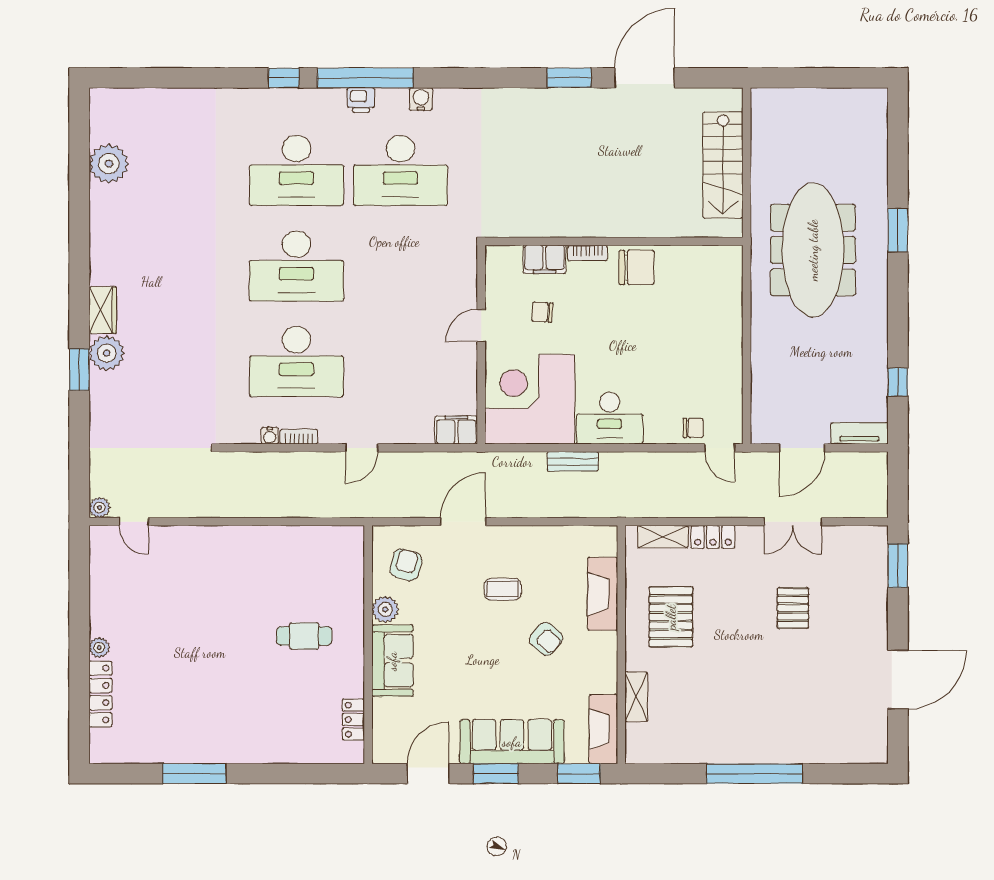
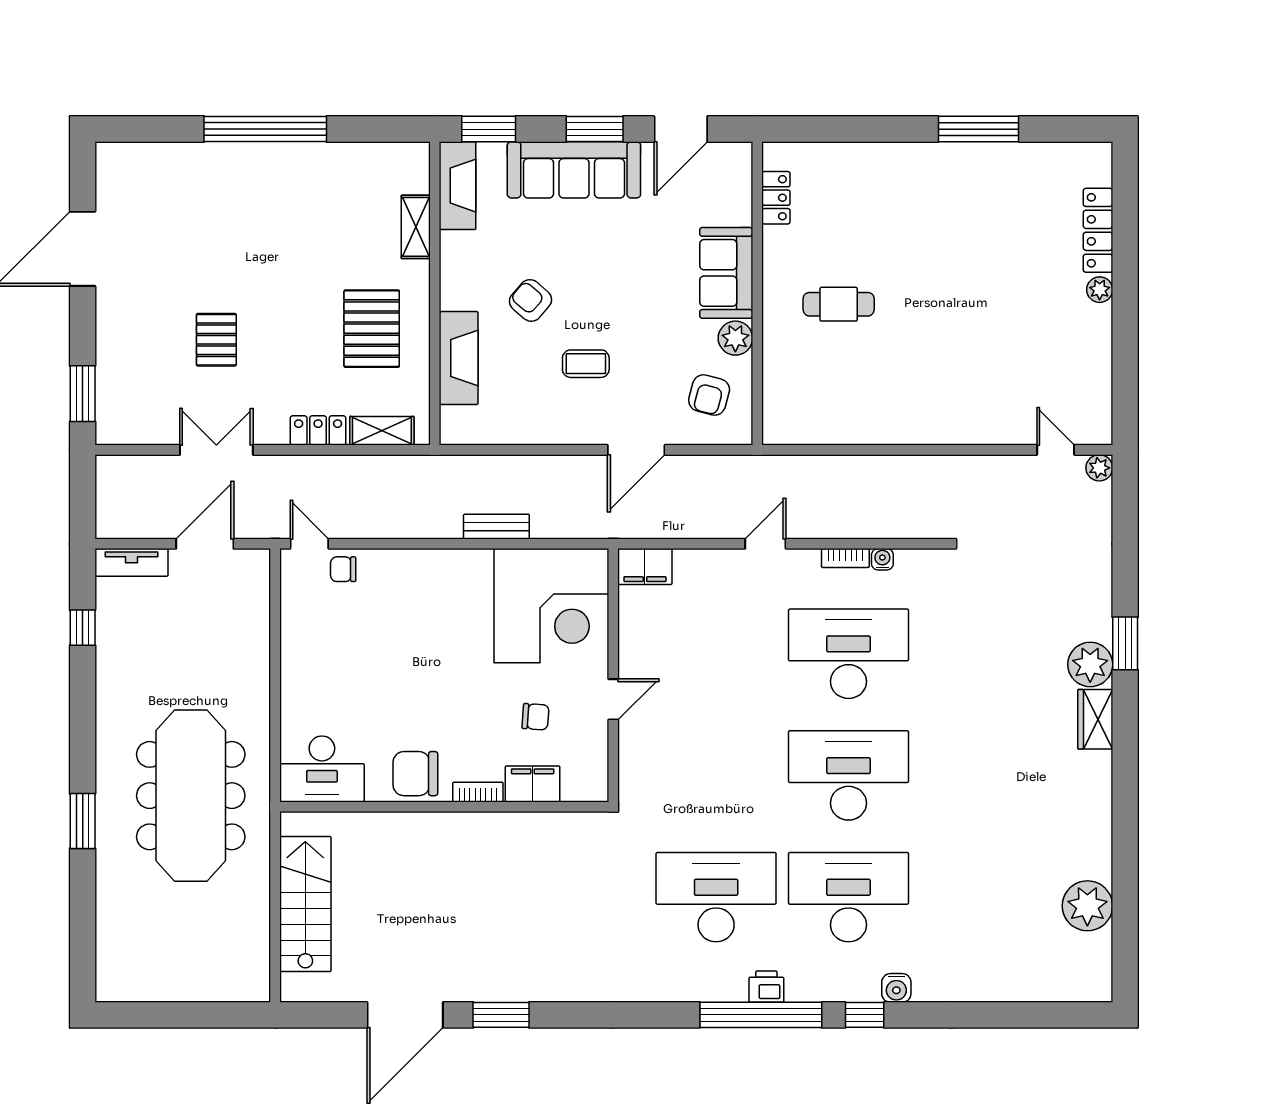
water cooler: (421, 99) -> (896, 988), moved
desk: (610, 418) -> (322, 769), moved, turned 180

